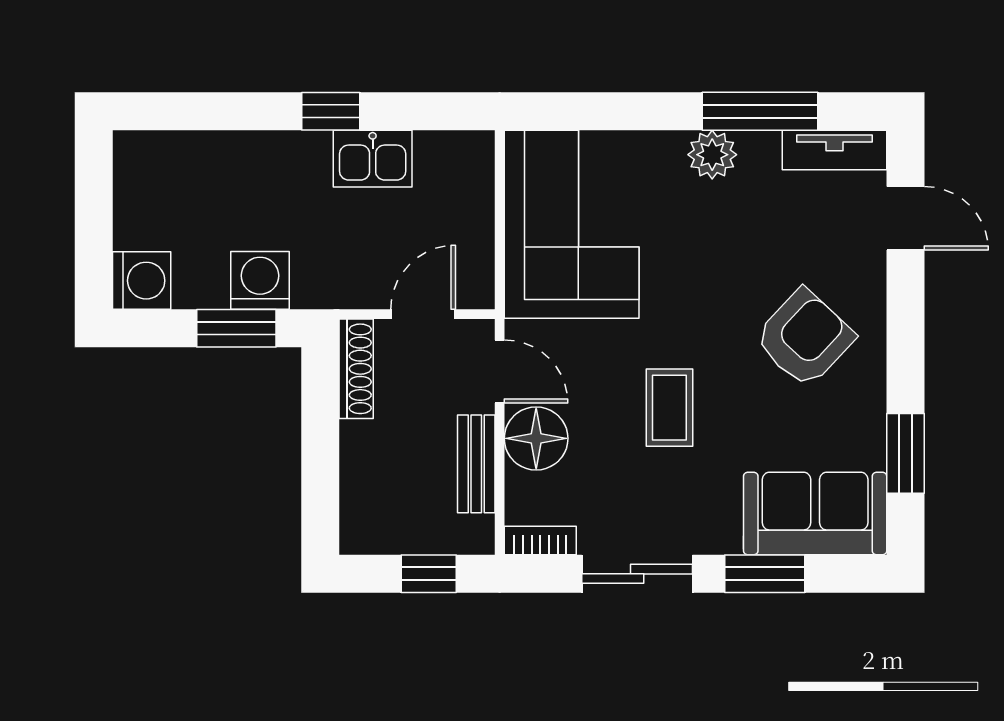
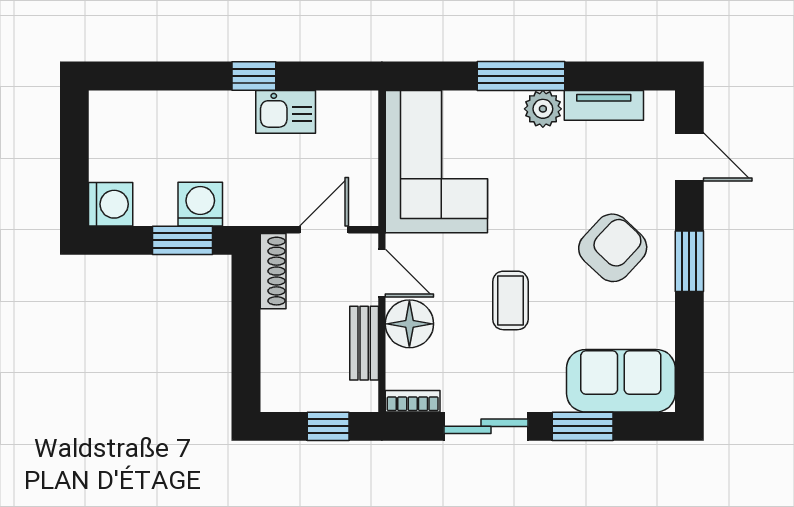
window: (760, 111) -> (521, 76), moved
tv unit: (834, 150) -> (604, 105), moved
window: (906, 453) -> (689, 261), moved

